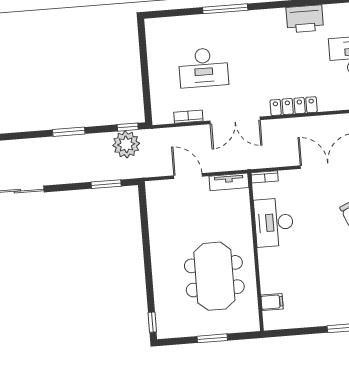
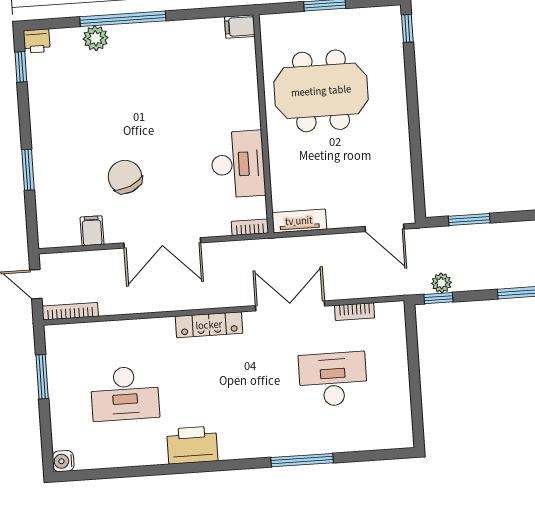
plant: (126, 144) -> (441, 283), width x0.53, depth x0.53
door: (188, 176) -> (384, 228), moved
meeting table: (214, 276) -> (321, 91), turned 90
filing cabinet: (272, 302) -> (240, 27), moved

